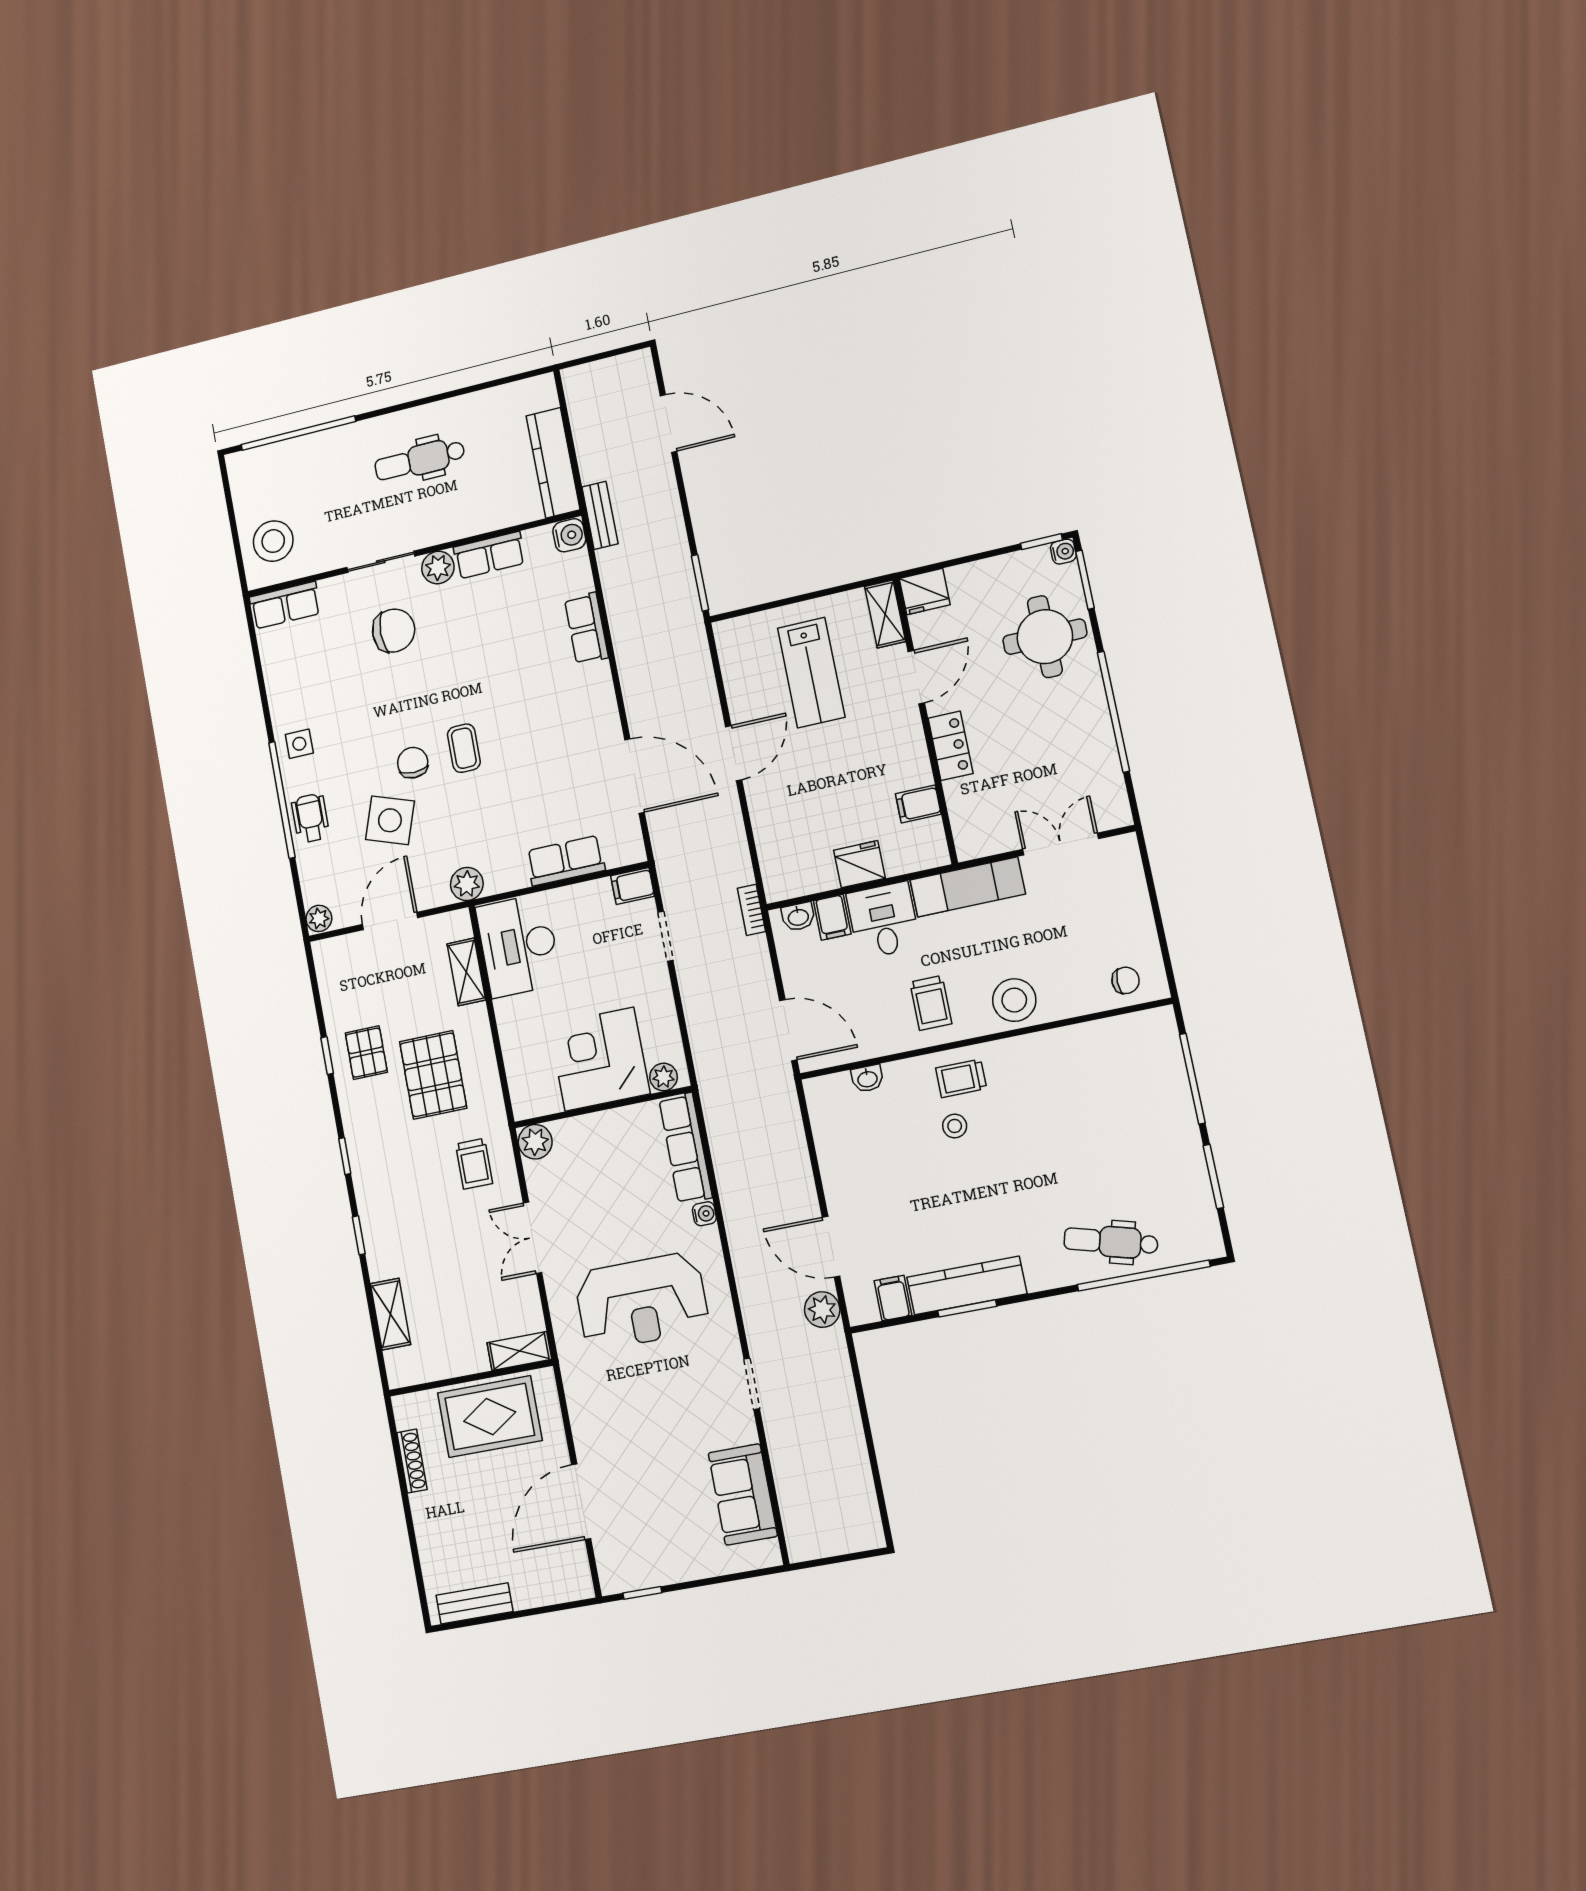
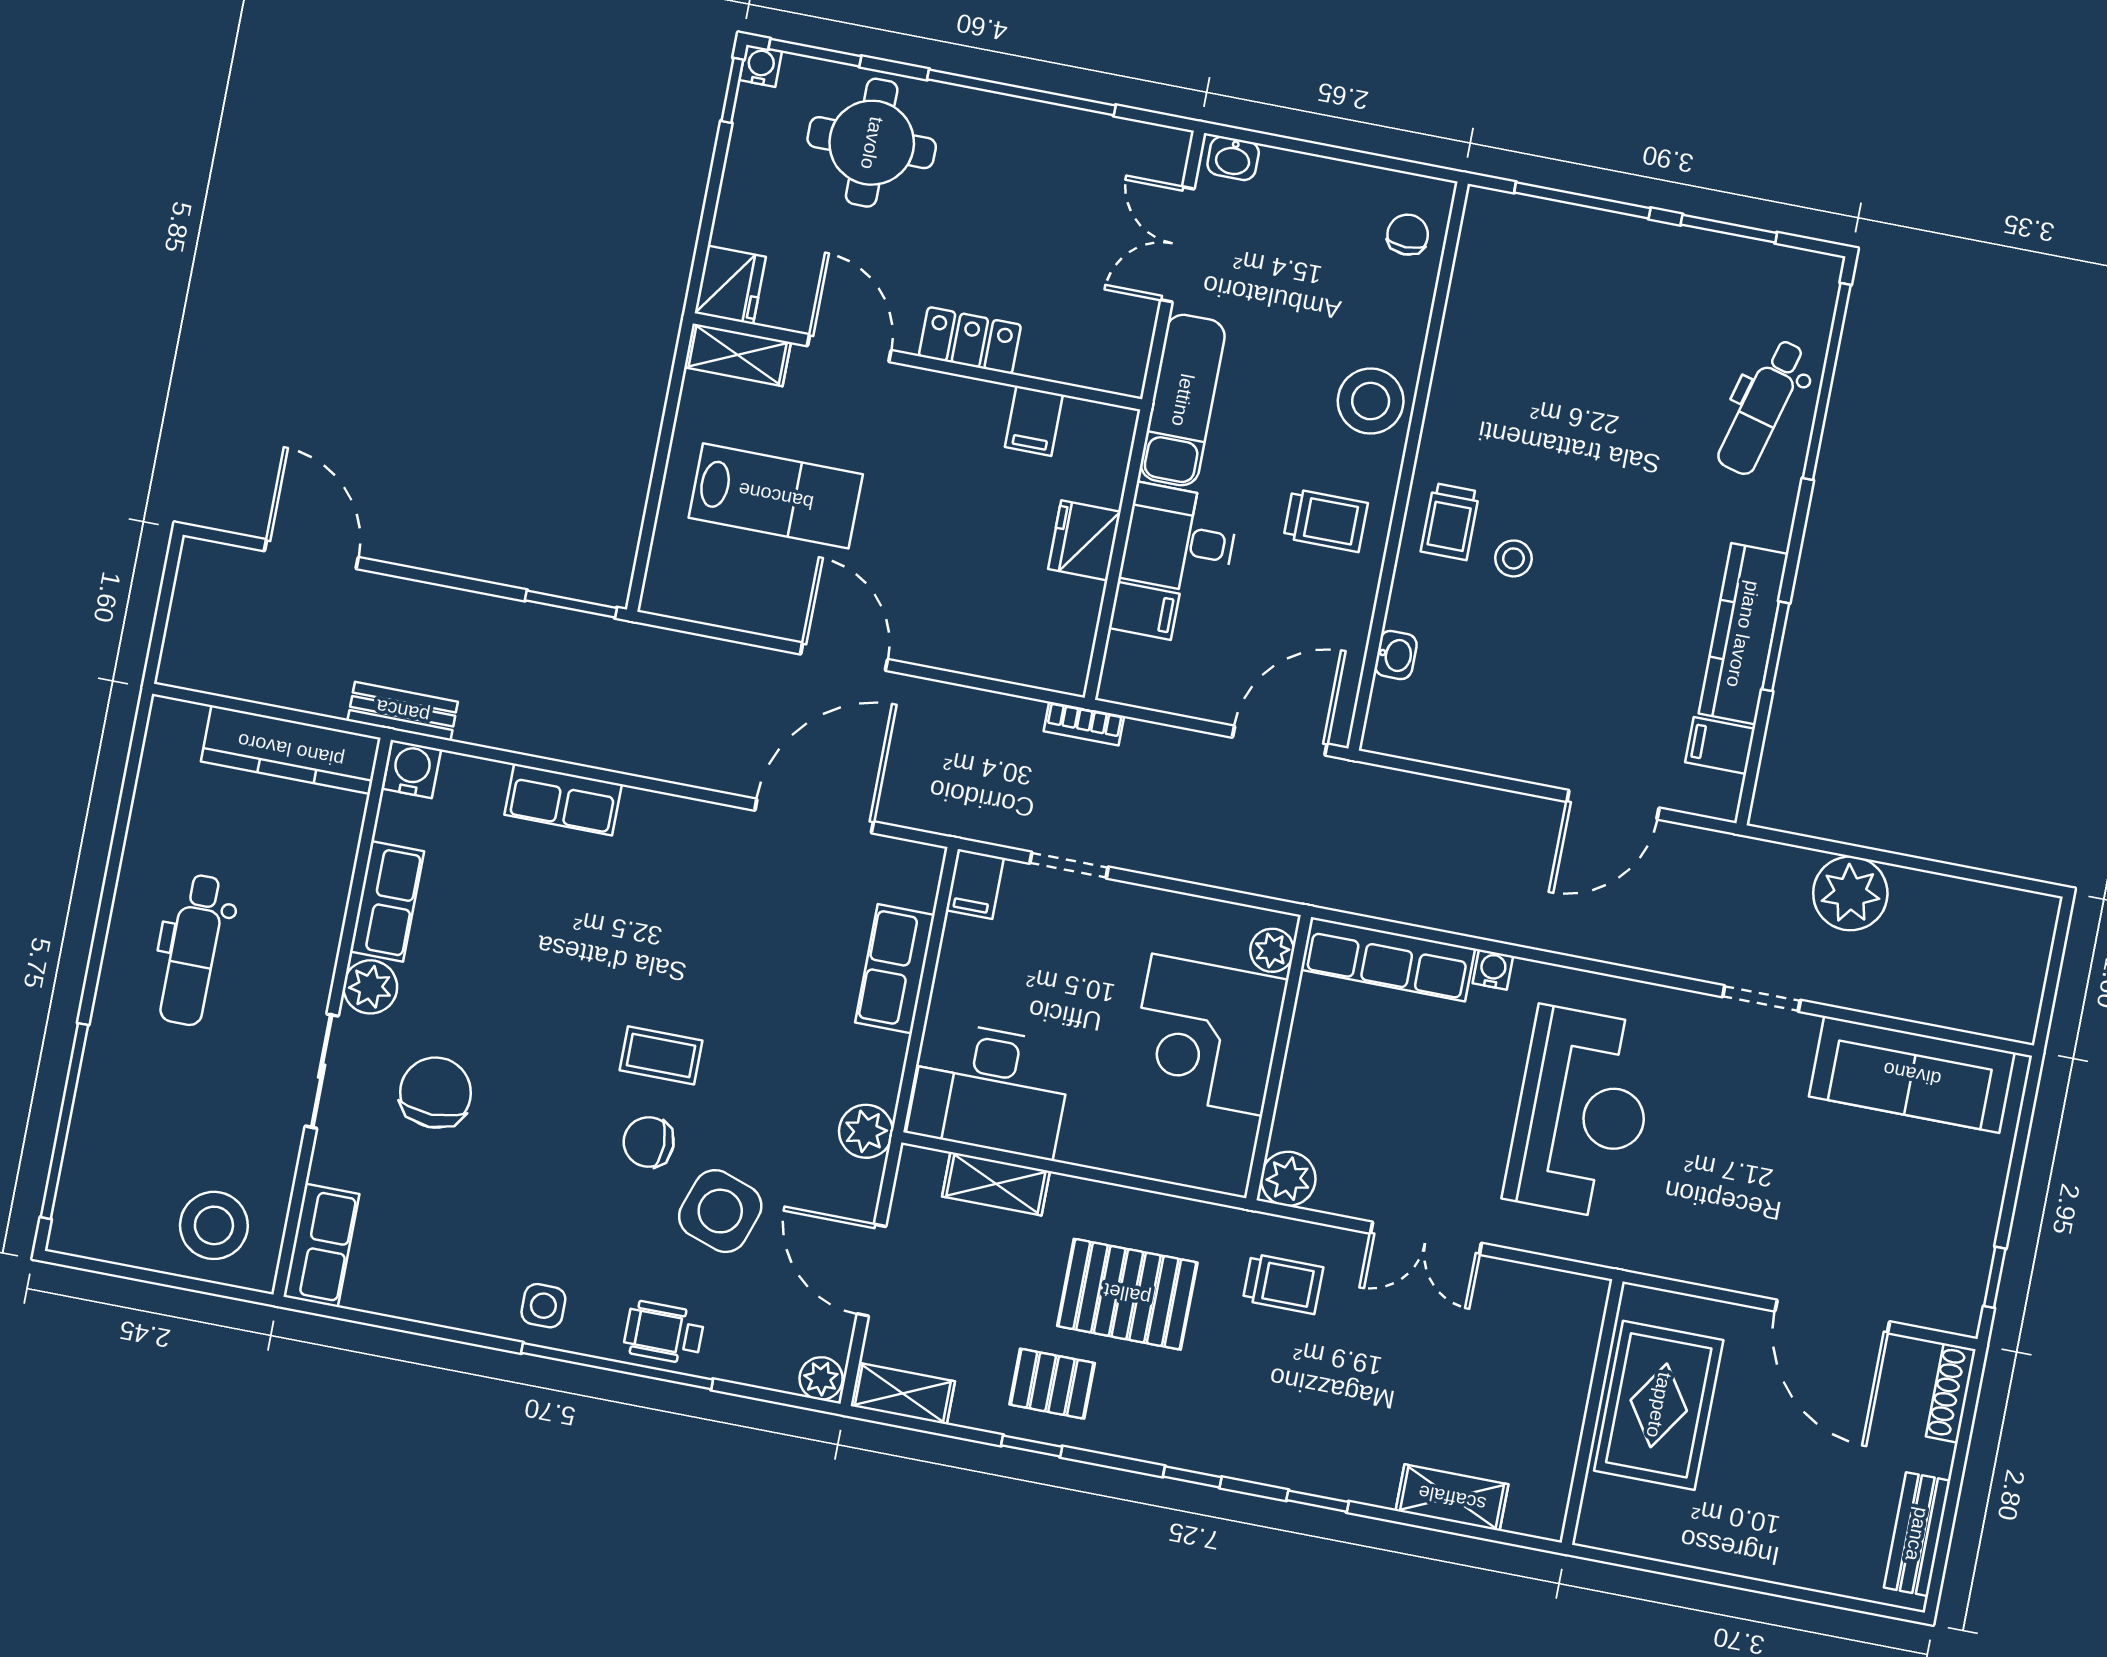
door: (669, 424) -> (311, 554), hinge flipped
washbasin: (798, 917) -> (1233, 158), moved, turned 90
plant: (822, 1310) -> (1850, 893), moved, width x1.36, depth x1.36
shelving: (519, 1351) -> (903, 1394), moved, turned 90
shoe rack: (412, 1461) -> (1951, 1393), moved, turned -90
sofa: (743, 1495) -> (1912, 1074), width x1.36

